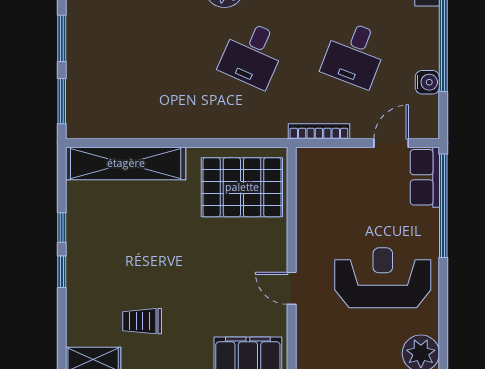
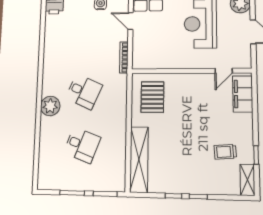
desk: (354, 54) -> (82, 145), moved
pallet: (242, 187) -> (152, 97), width x0.73, depth x0.71
door: (292, 288) -> (224, 71), moved
trolley: (142, 321) -> (225, 152), turned 86

